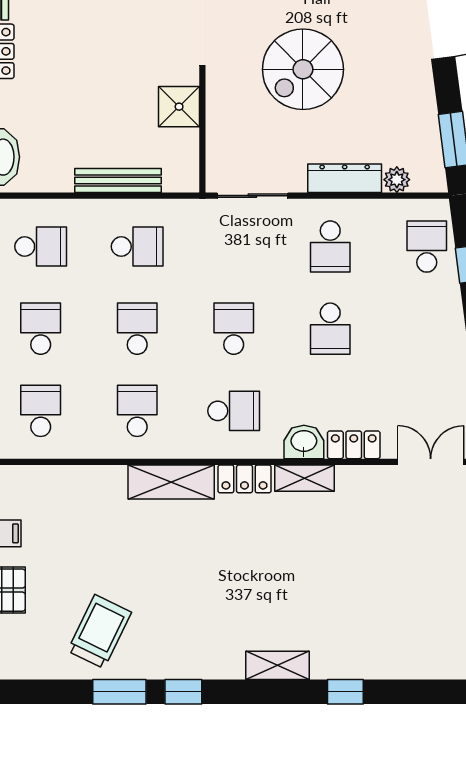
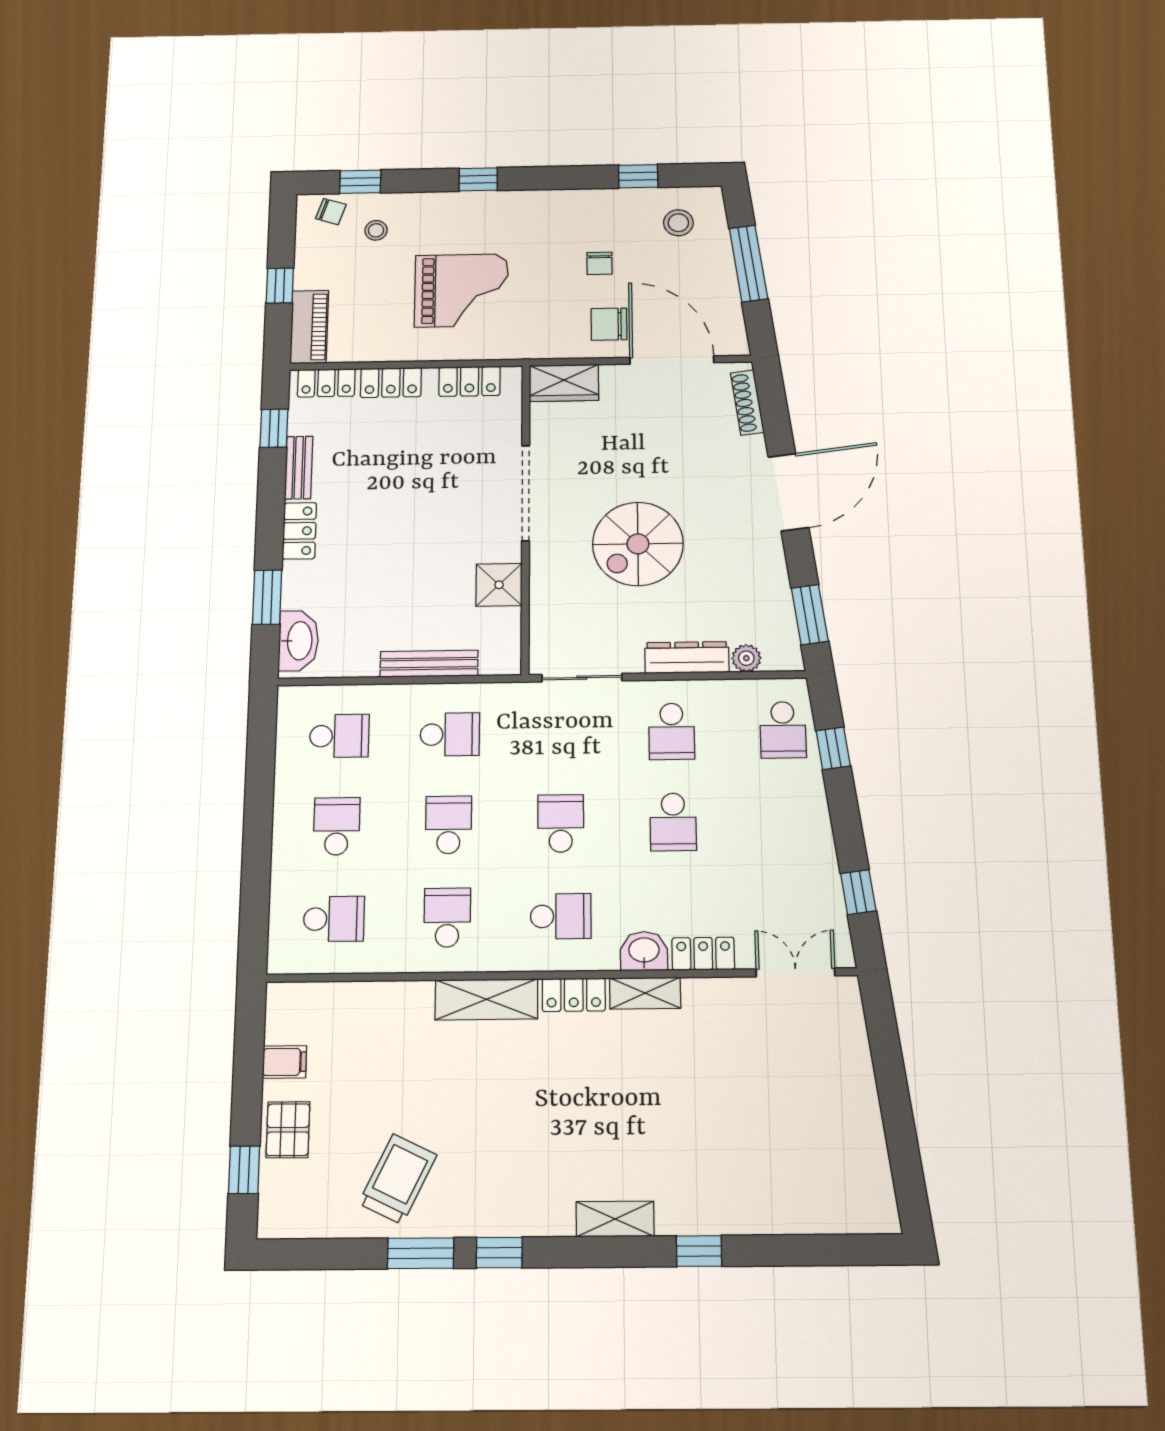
school desk: (427, 247) -> (783, 730), turned 180
school desk: (41, 411) -> (334, 919), turned 90

